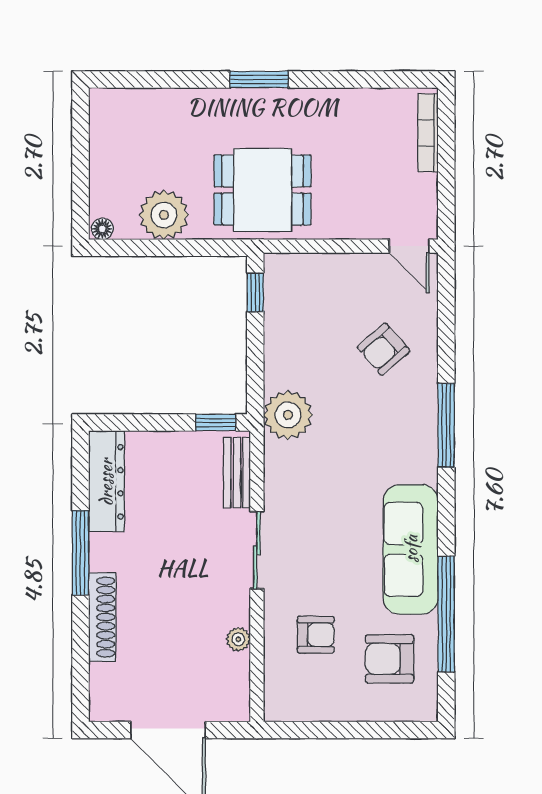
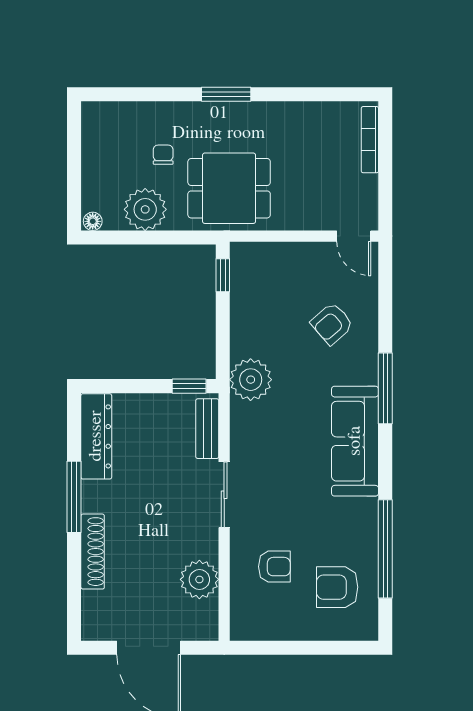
chair: (185, 151) -> (163, 155), added
sofa: (411, 549) -> (355, 441), moved
plant: (238, 639) -> (199, 579), width x1.87, depth x1.87

